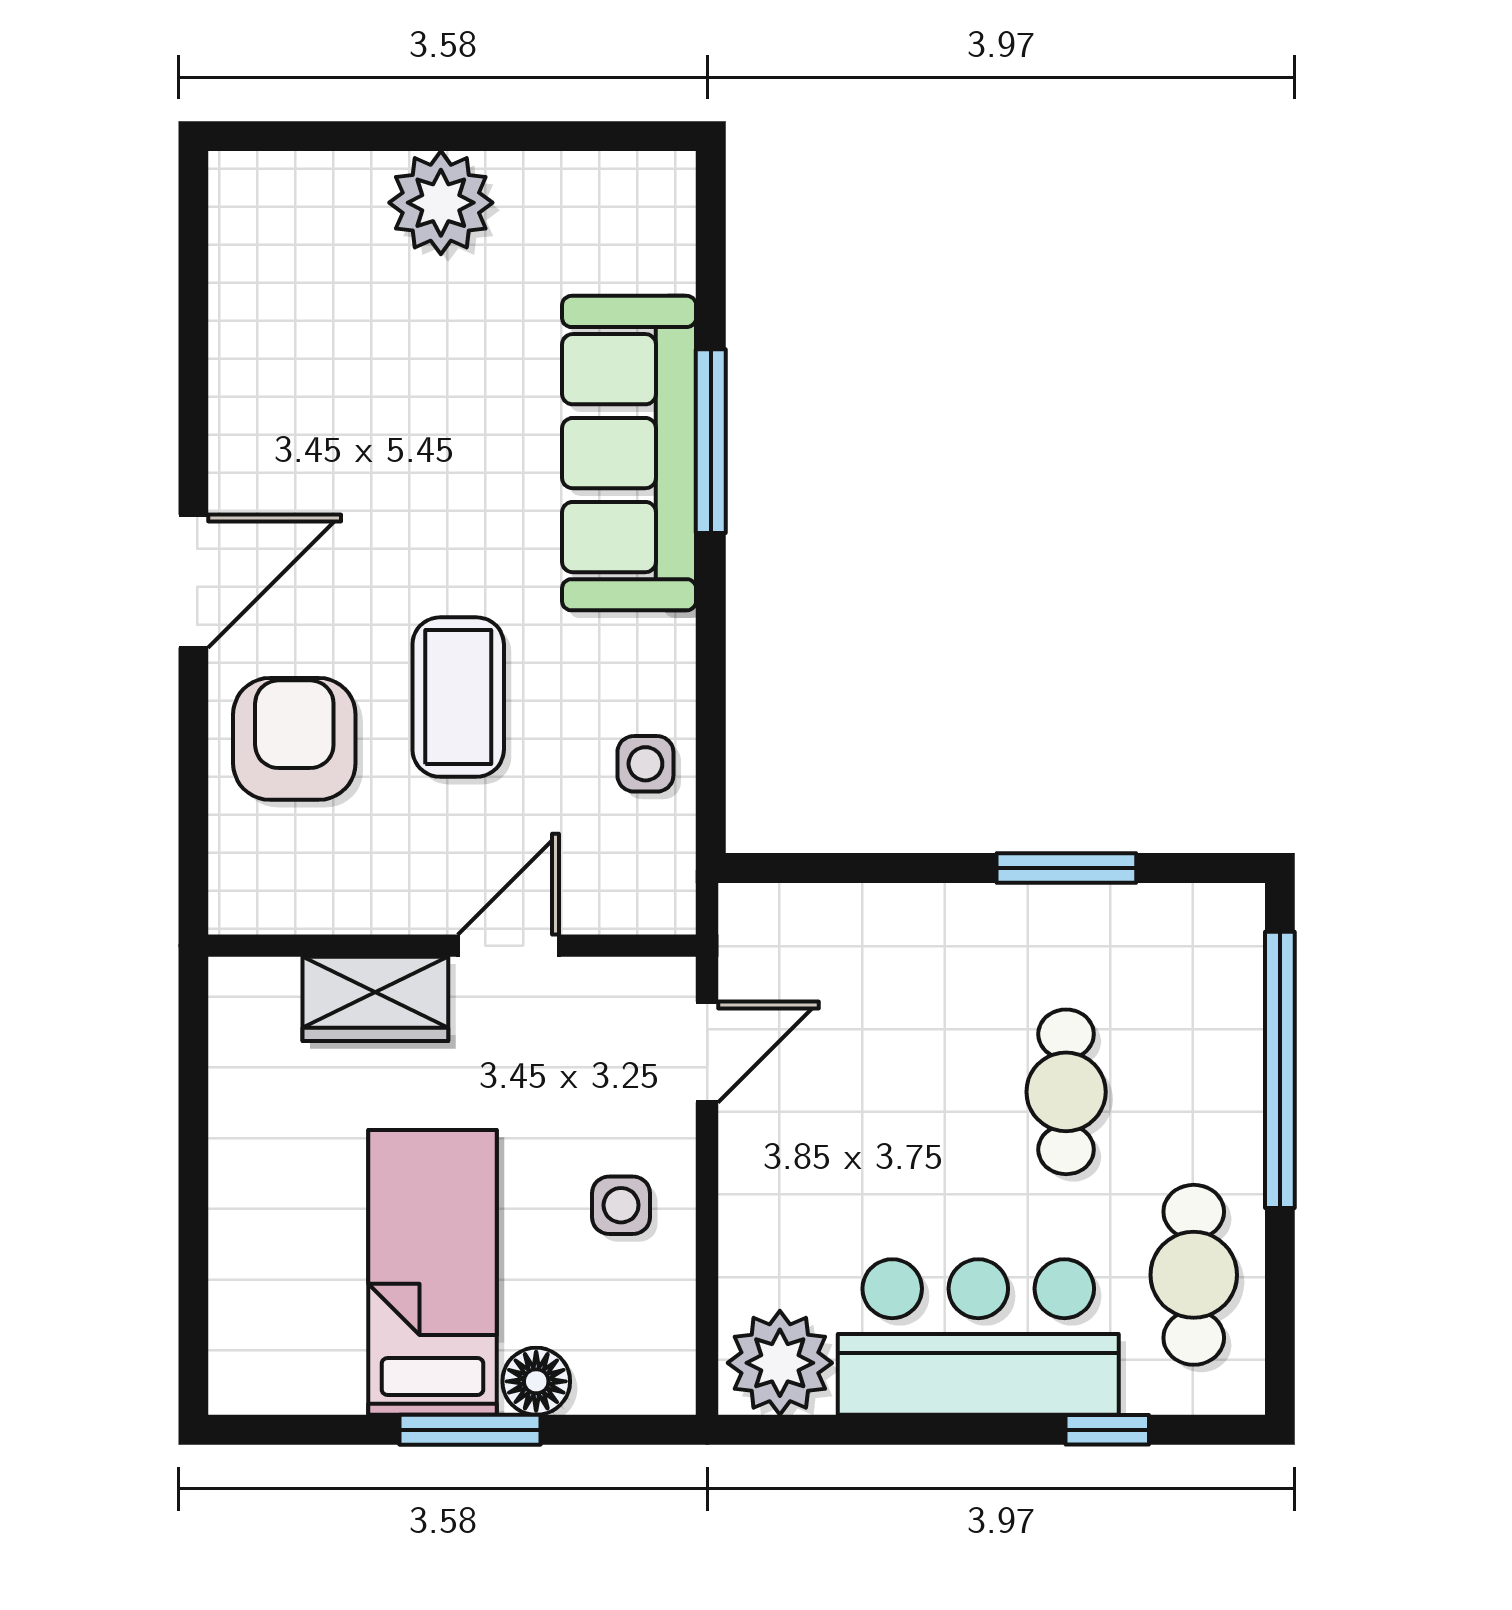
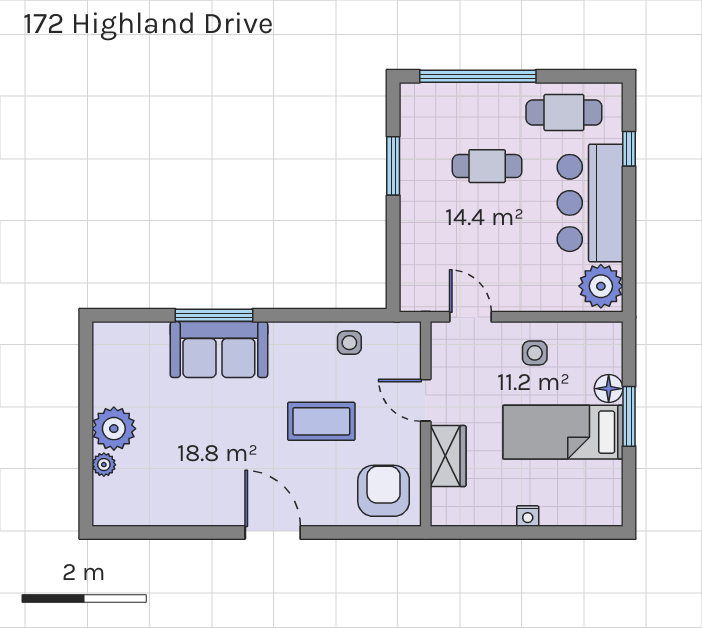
plant: (355, 179) -> (104, 465), added
sofa: (629, 453) -> (219, 350), width x0.73
armchair: (294, 739) -> (384, 491), moved, turned 90
nightstand: (233, 1189) -> (528, 516), added

